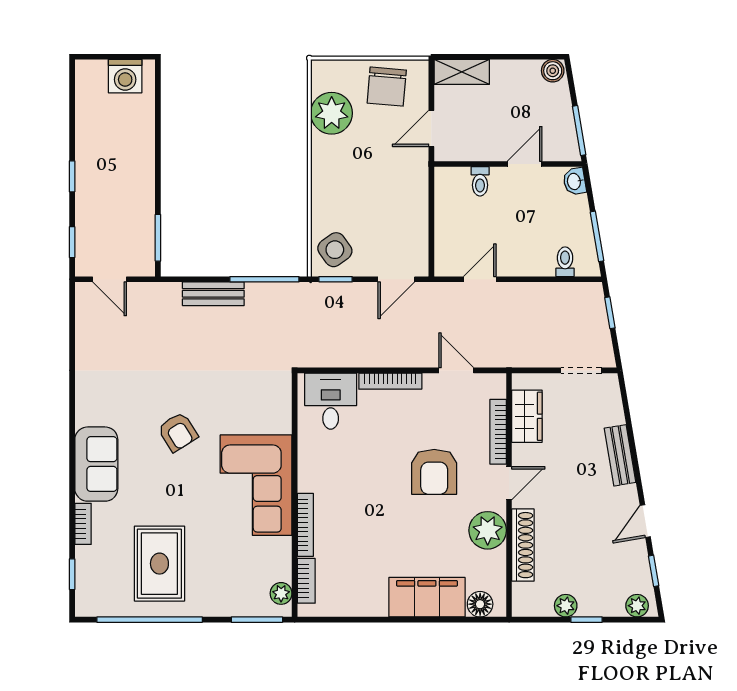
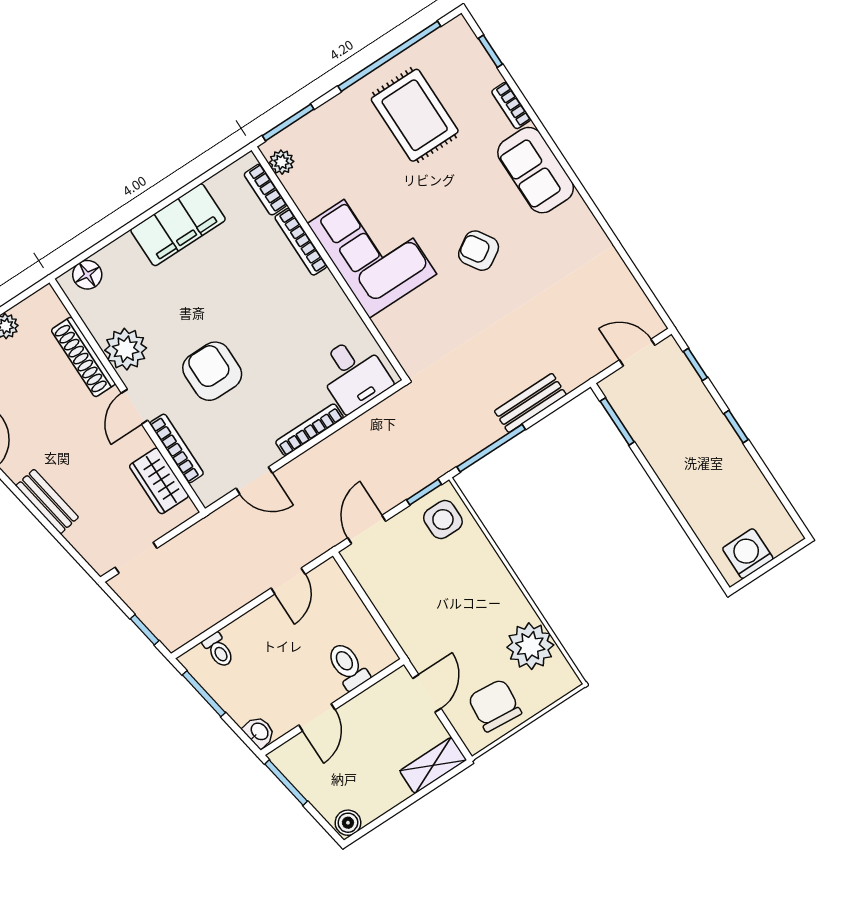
toilet: (480, 181) -> (348, 666), width x1.37, depth x1.39
side table: (335, 250) -> (443, 520), turned 36
filing cabinet: (427, 597) -> (178, 225), moved

